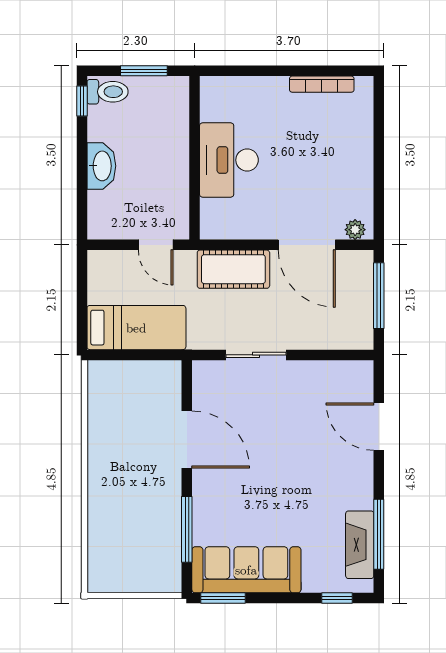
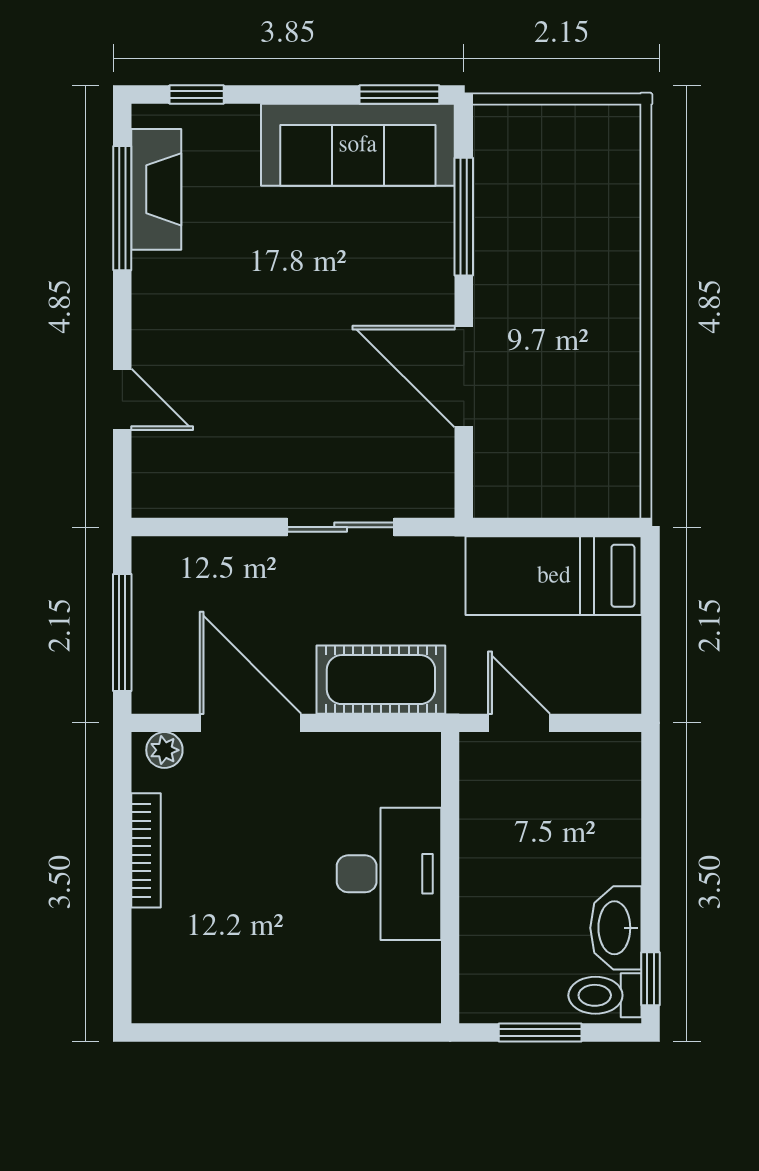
bookcase: (322, 84) -> (146, 850), moved, turned 90
washbasin: (101, 166) -> (616, 928), moved
door: (379, 427) -> (122, 399), width x0.73

